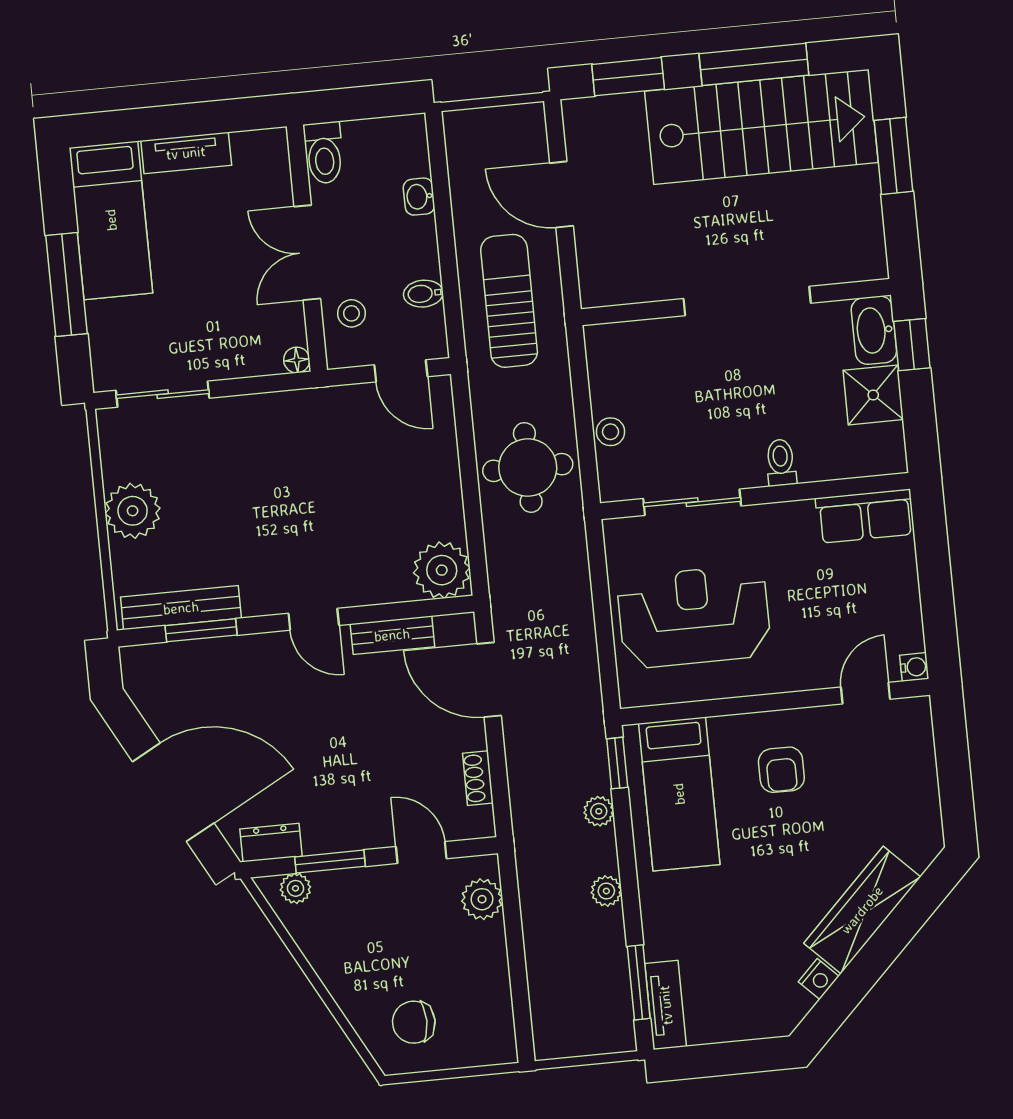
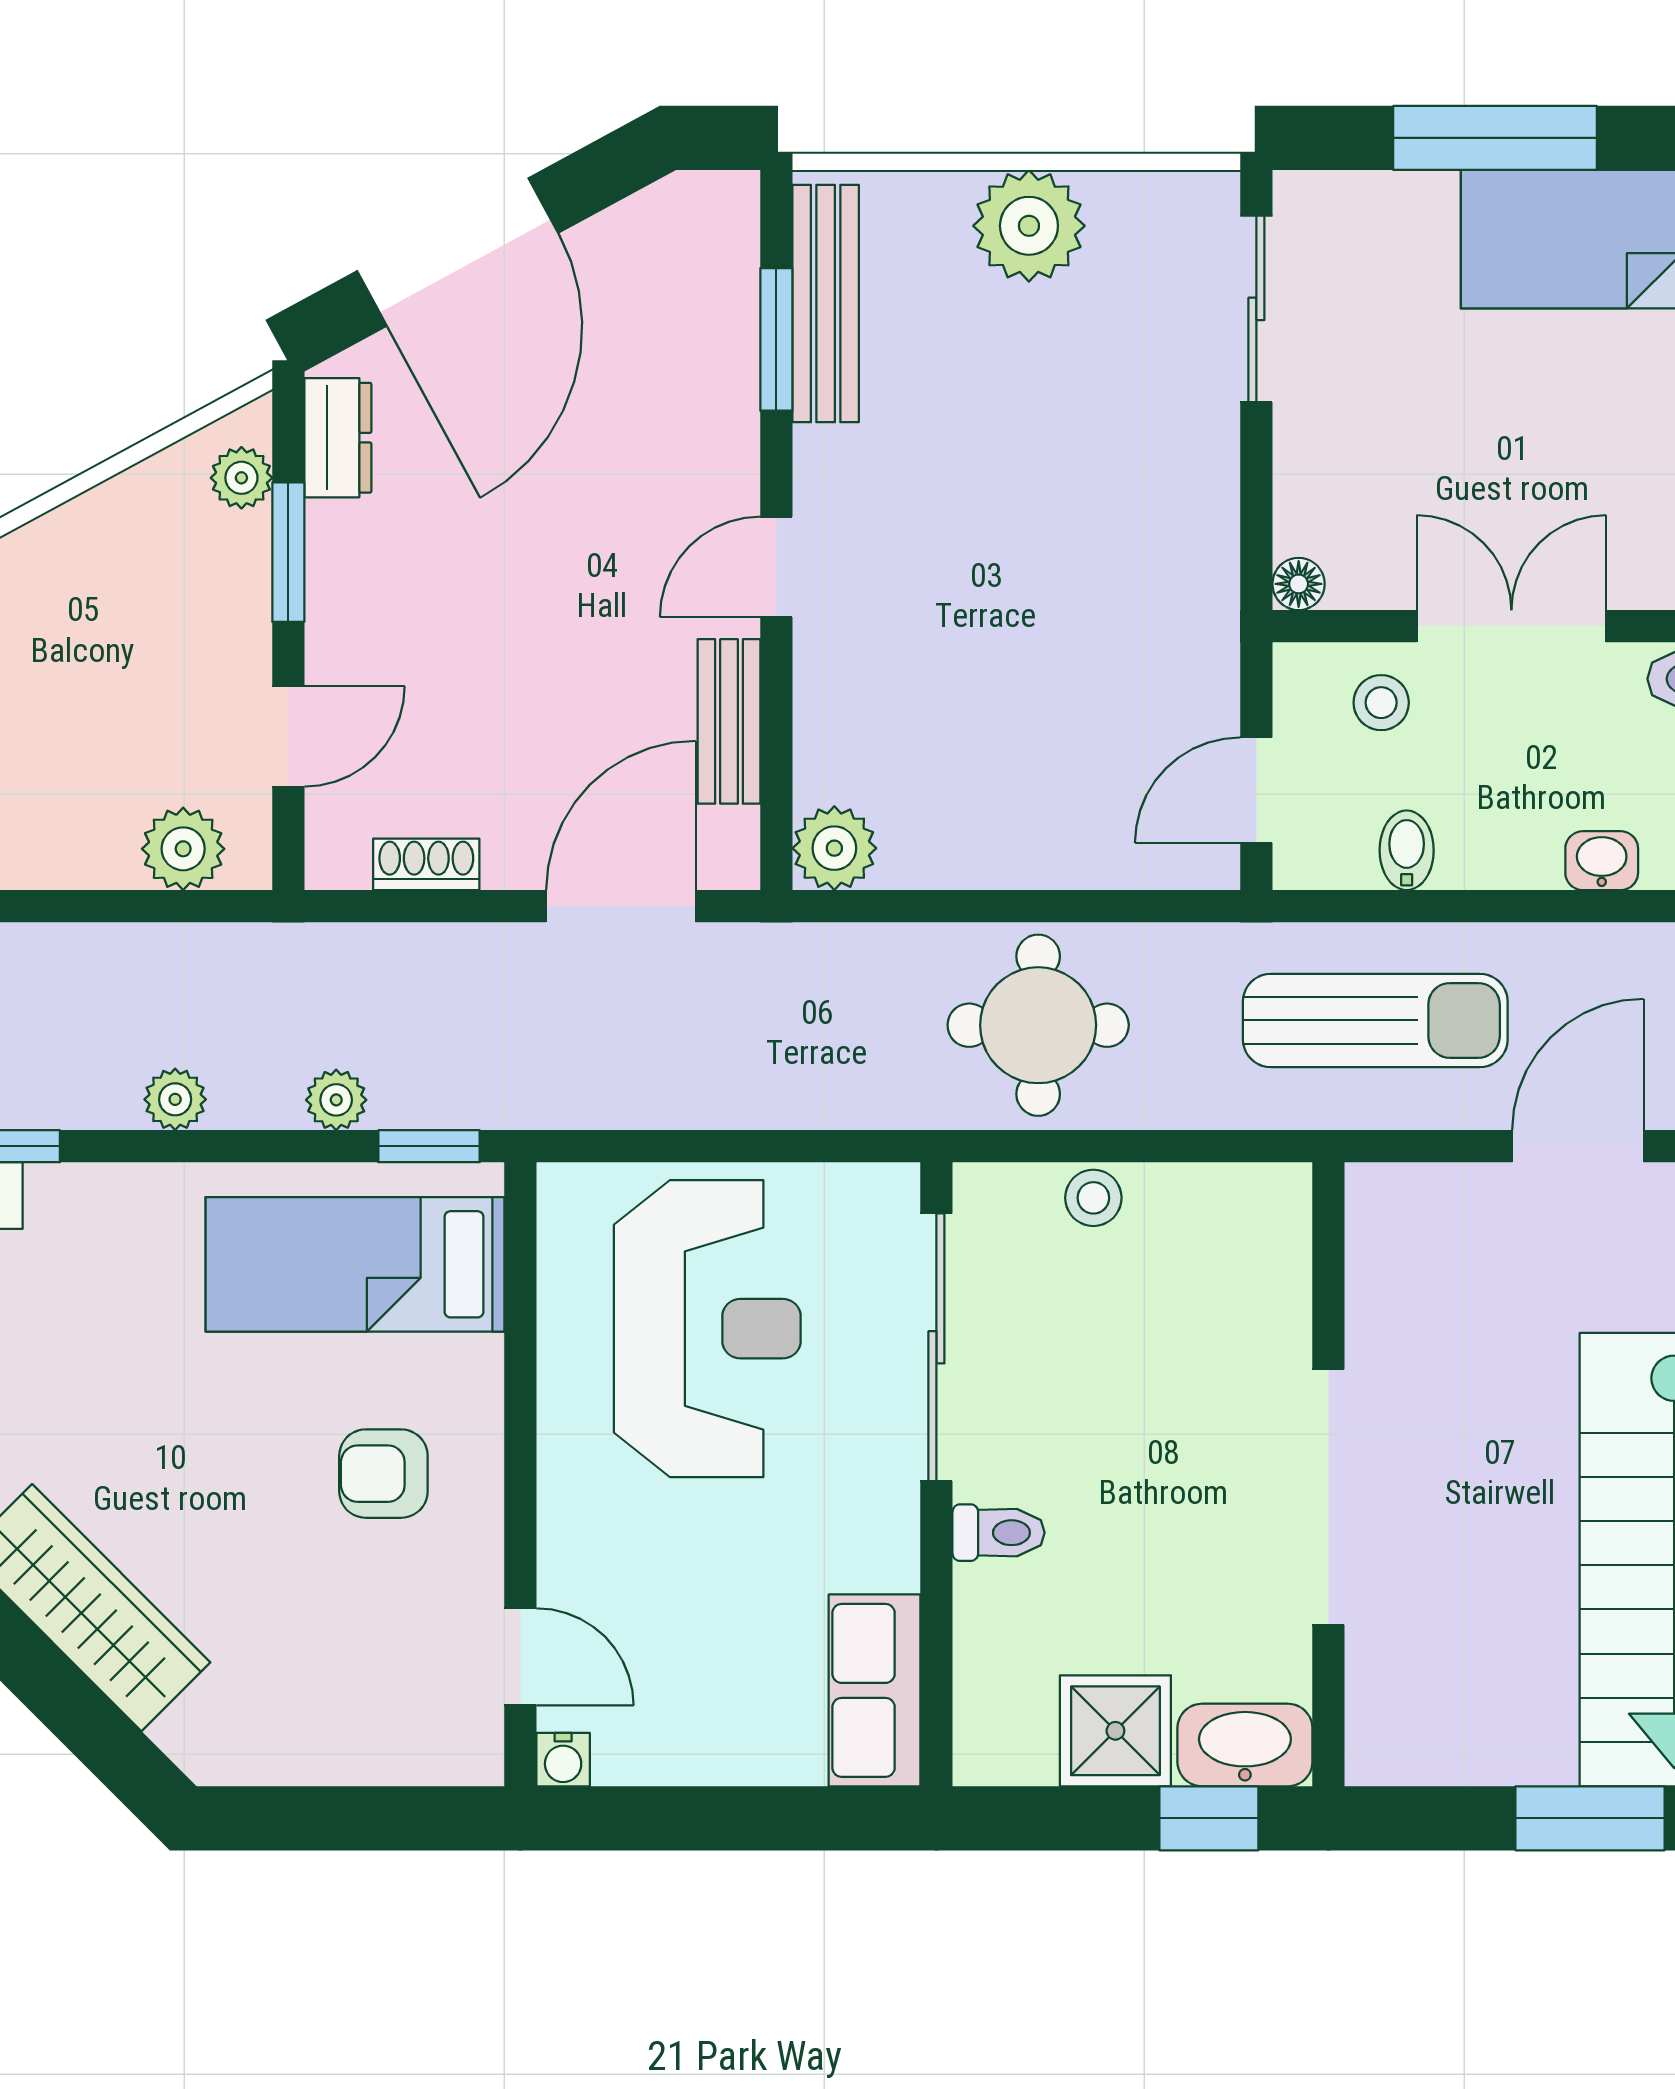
sliding door: (692, 502) -> (936, 1347), width x1.37
plant: (442, 570) -> (834, 848), width x0.73, depth x0.73

